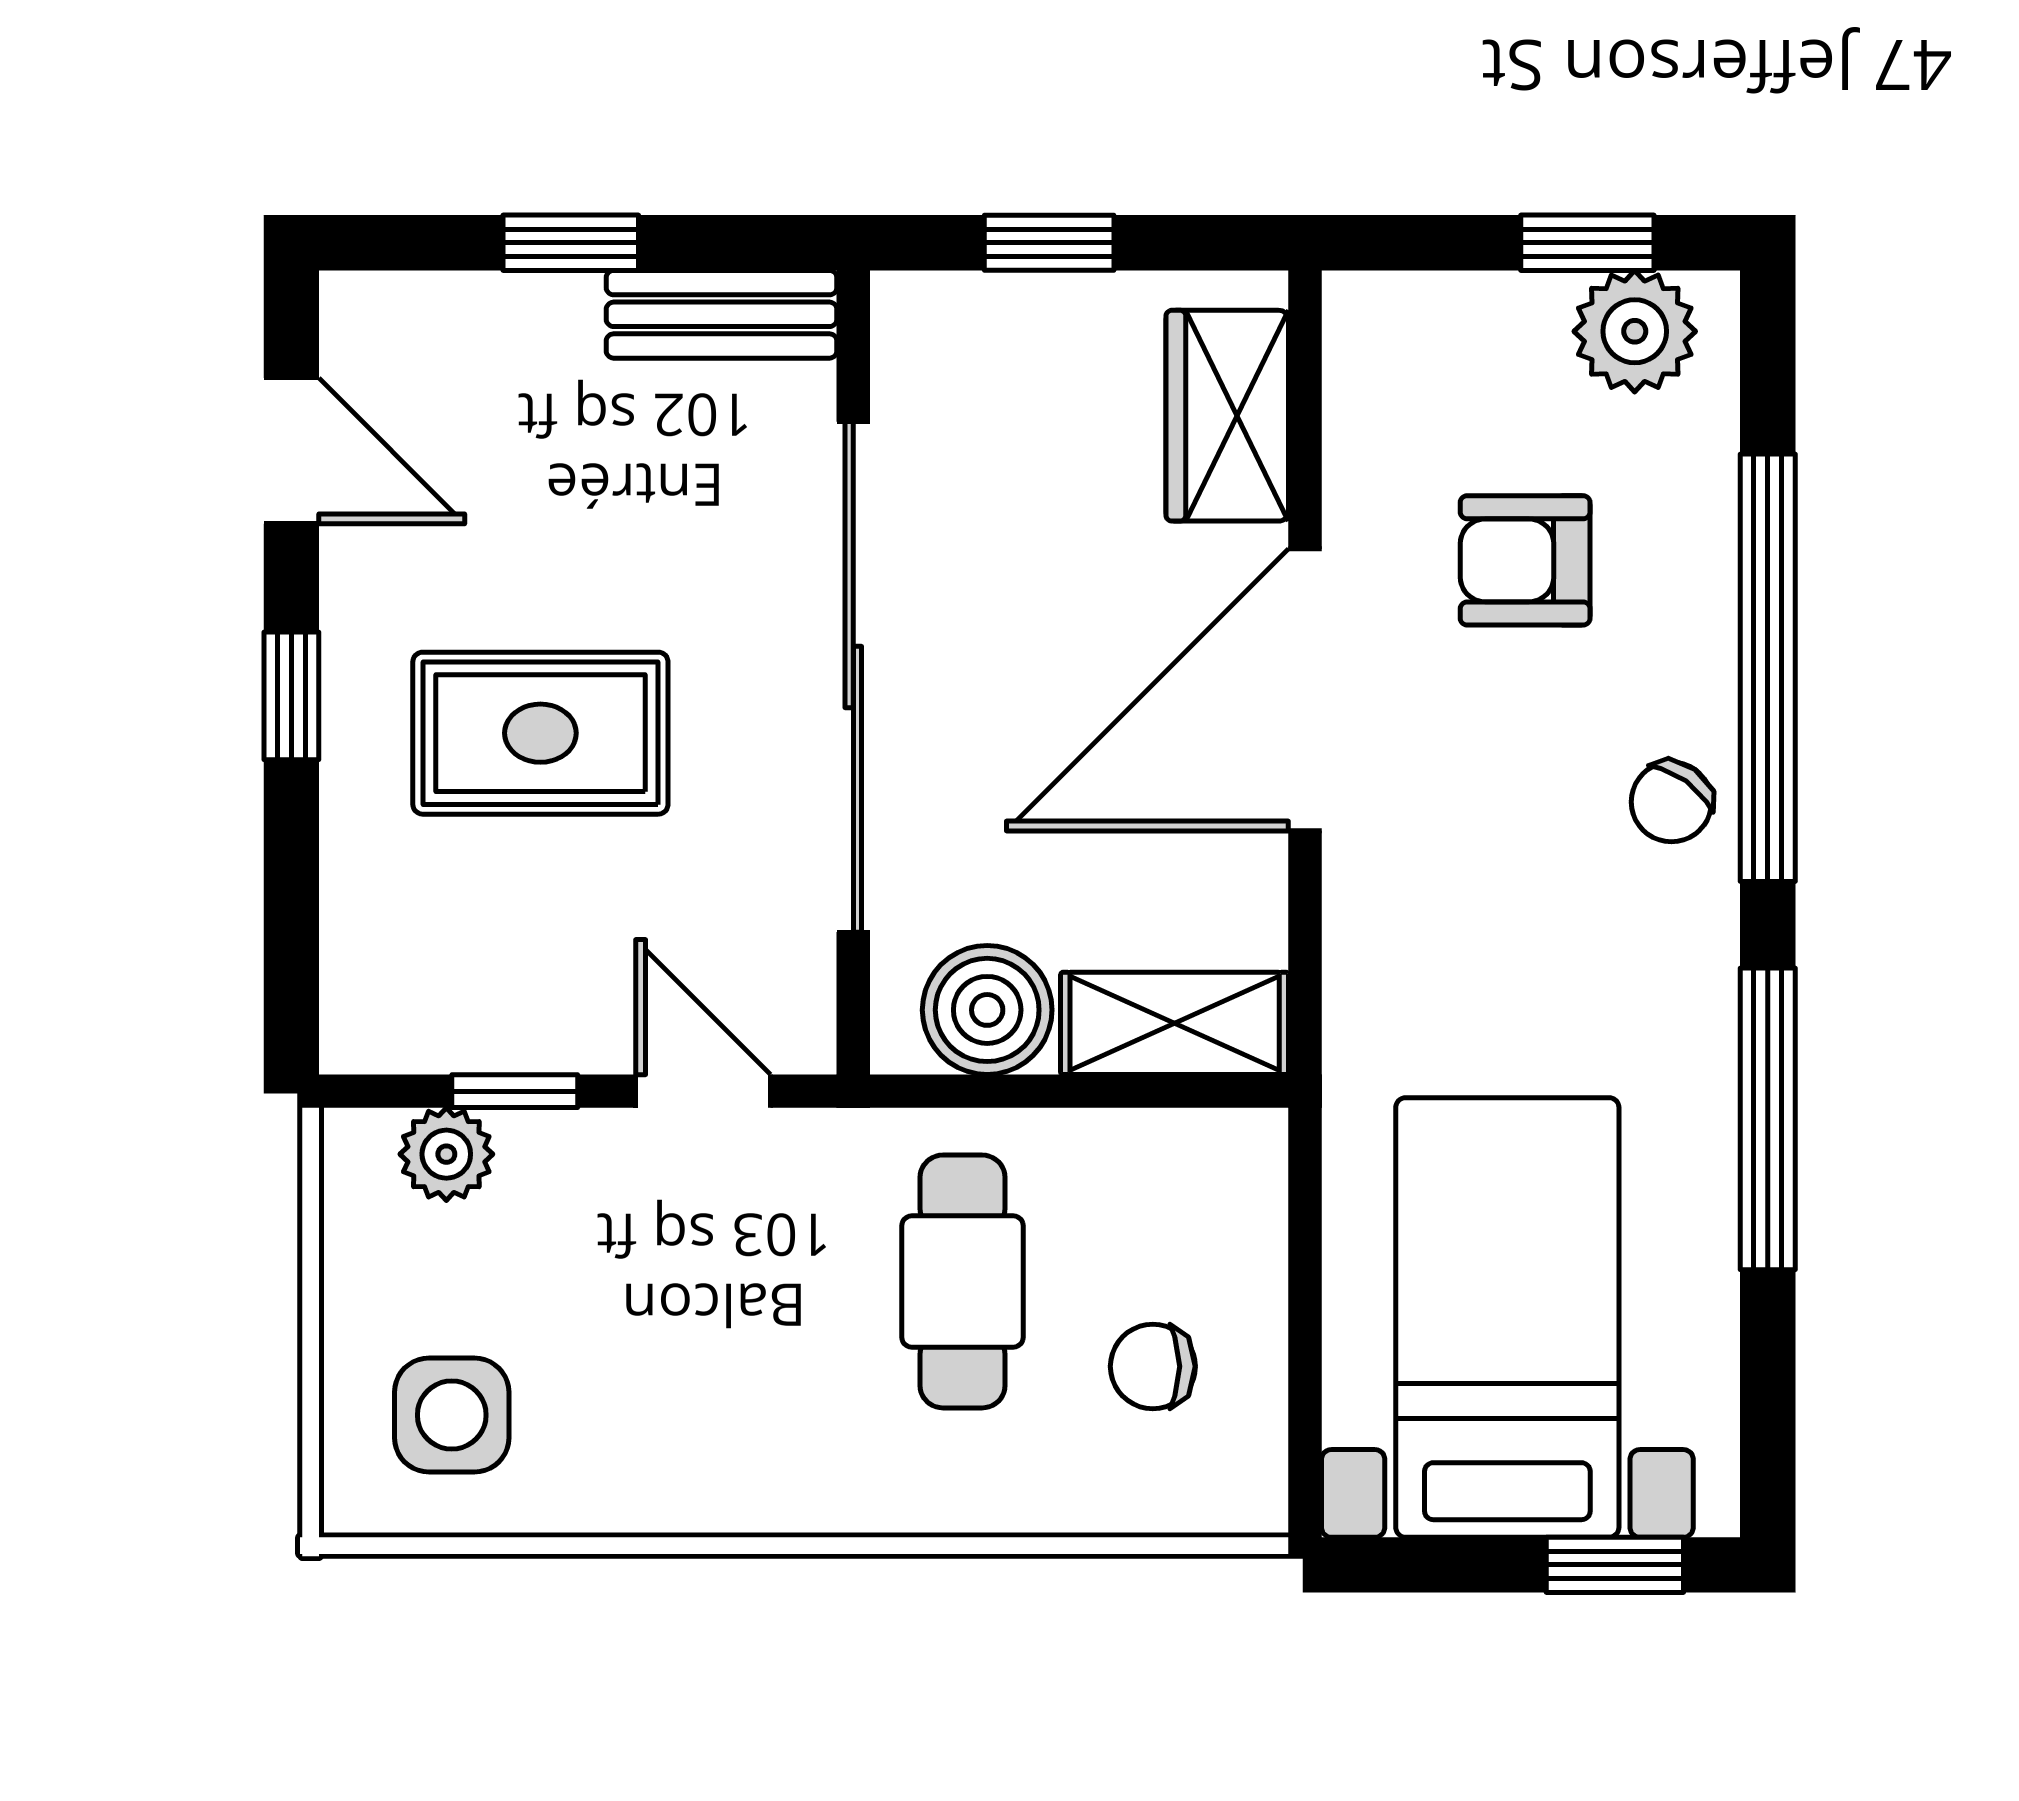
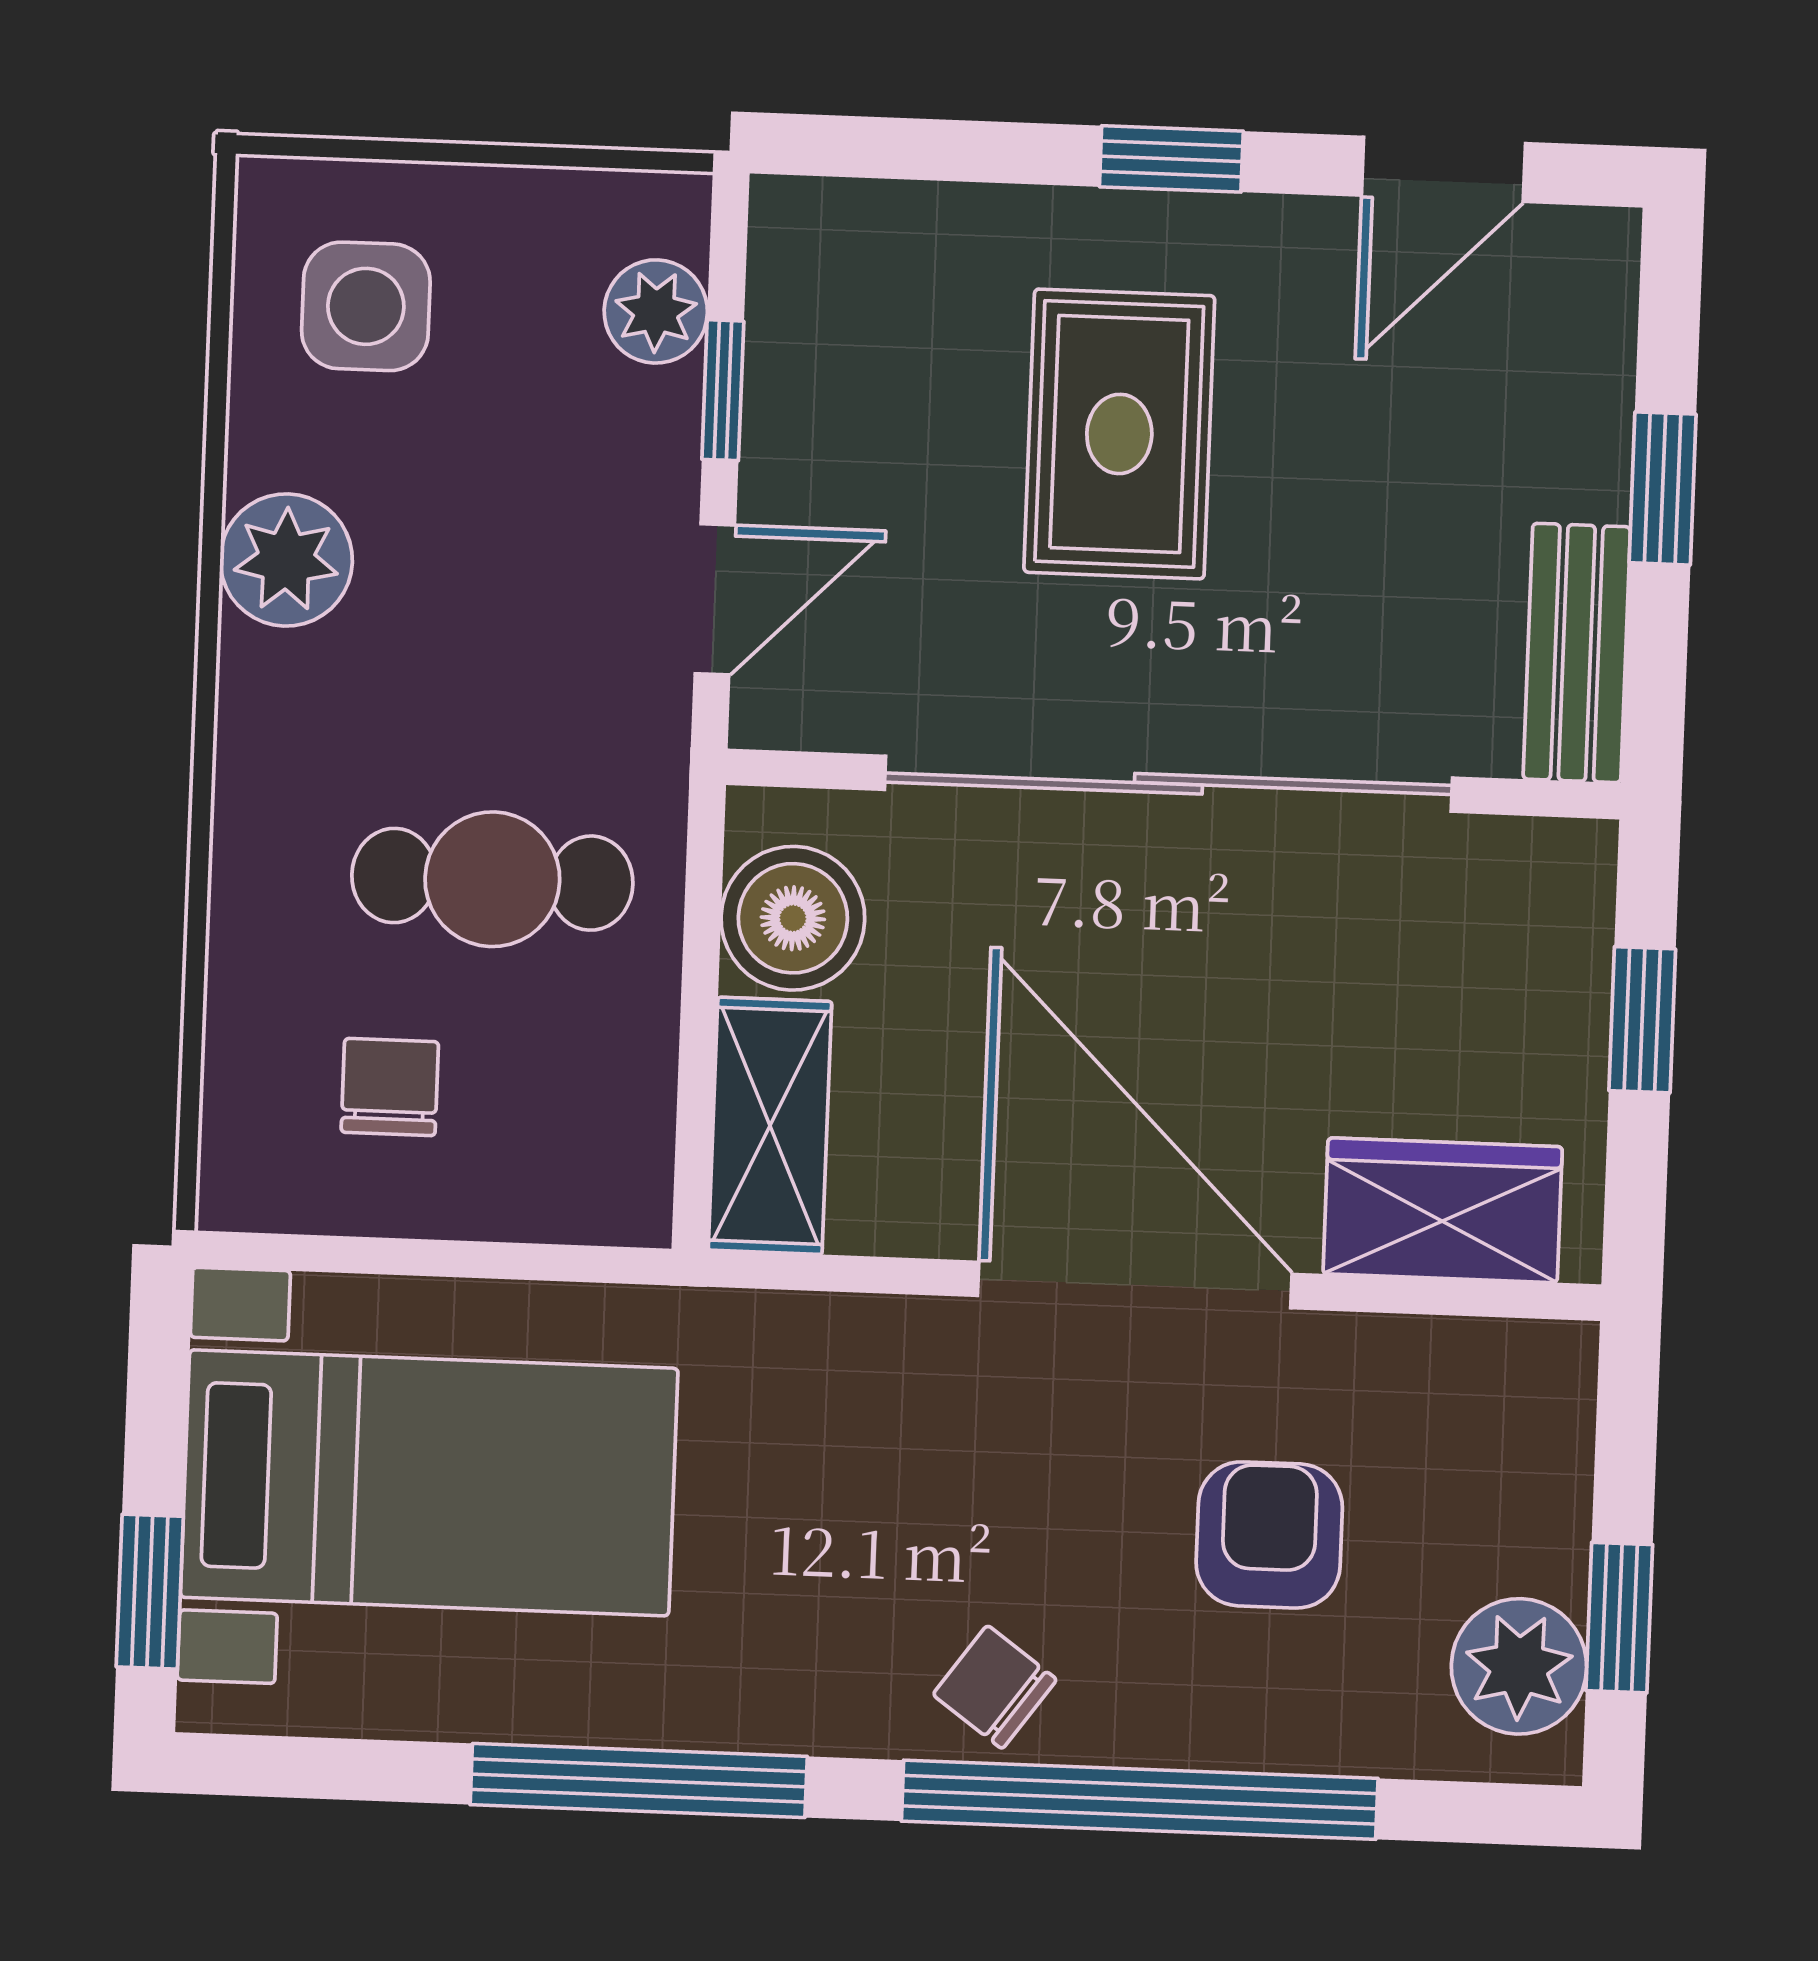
plant: (683, 1478) -> (286, 560), added

